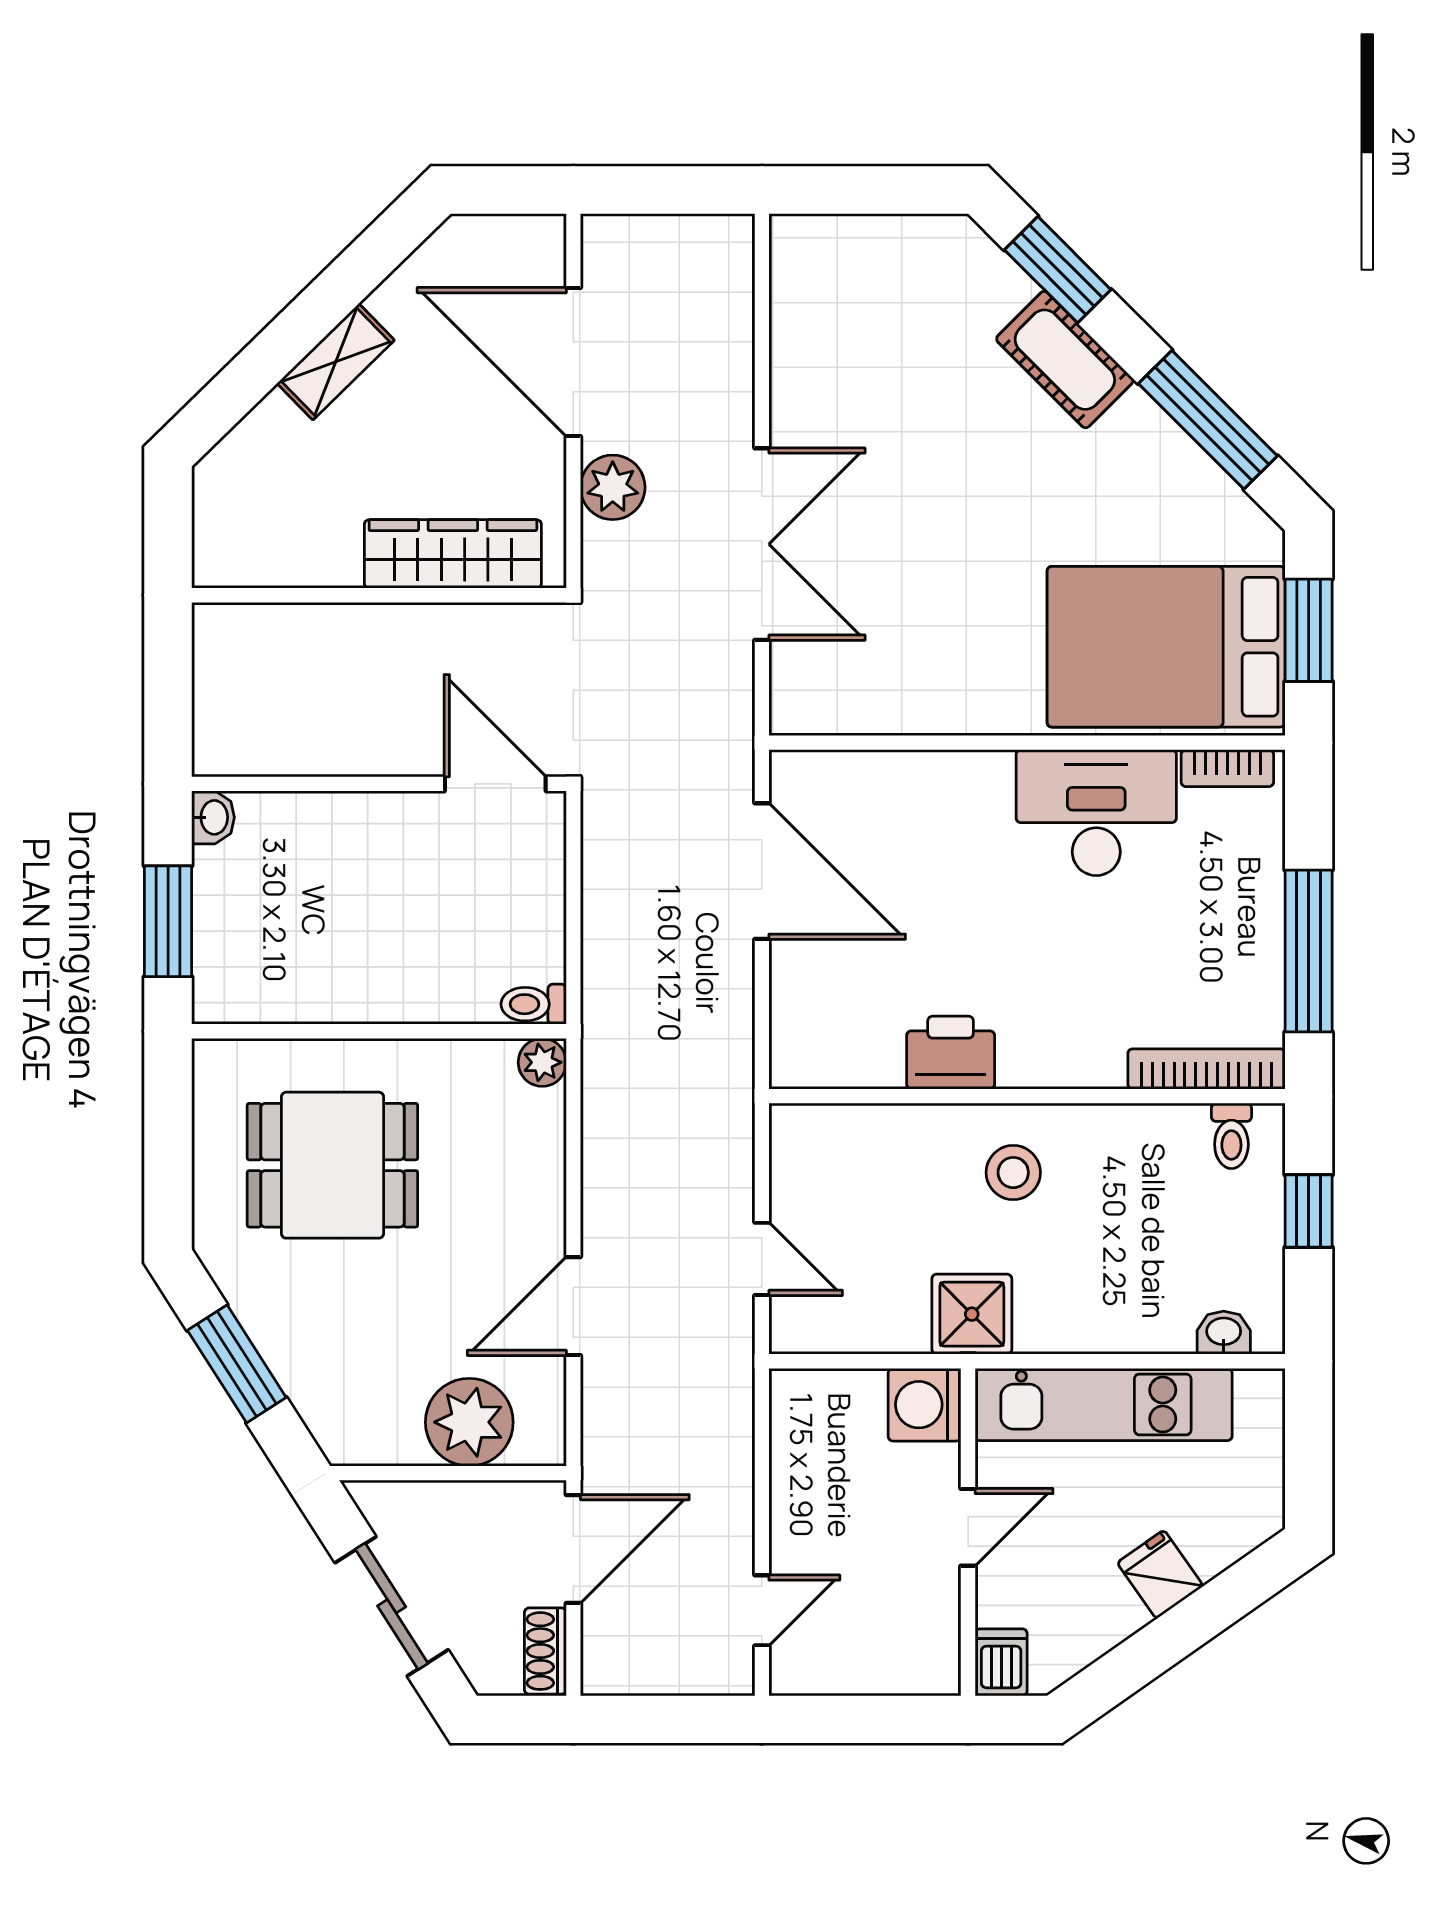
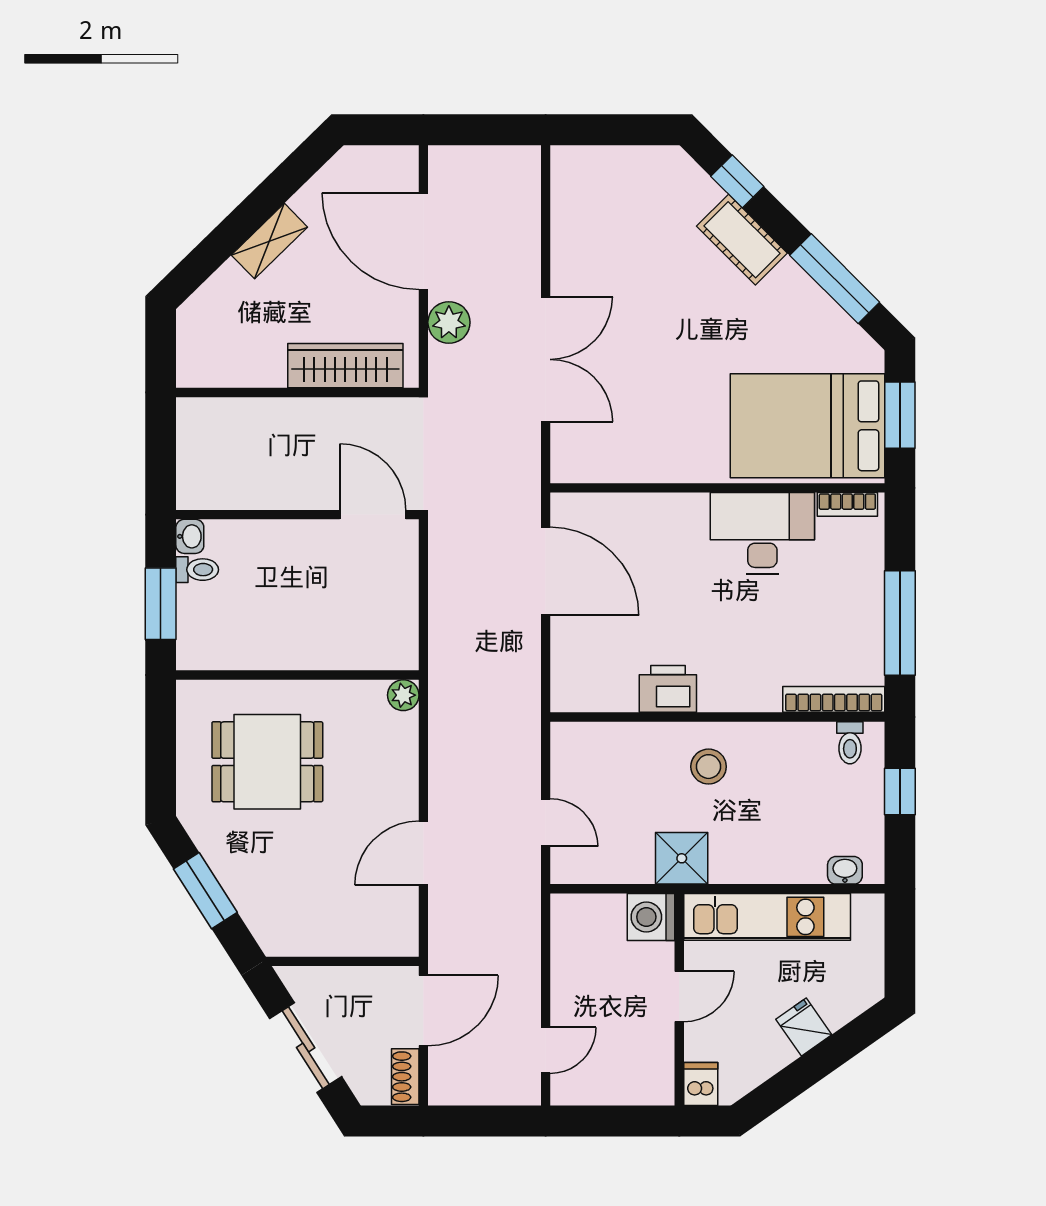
window: (1058, 270) -> (737, 181), width x0.67
toilet: (534, 1004) -> (197, 570), moved, turned 180
plant: (469, 1422) -> (356, 928), removed

